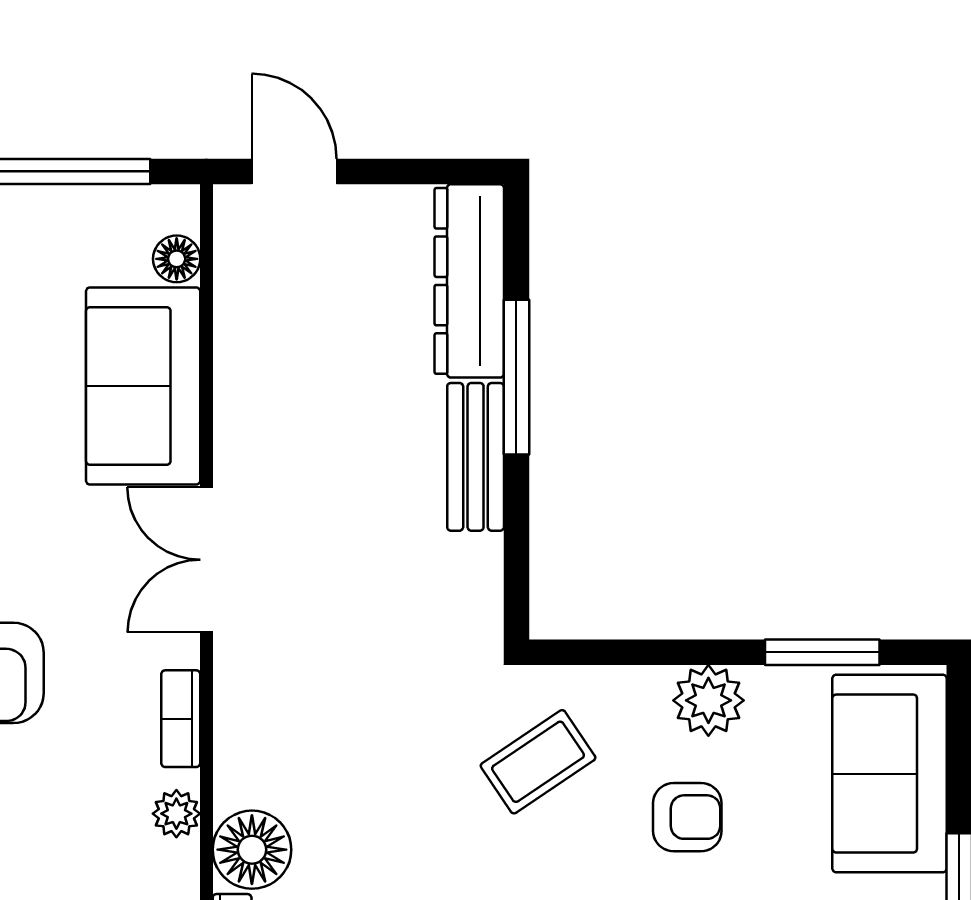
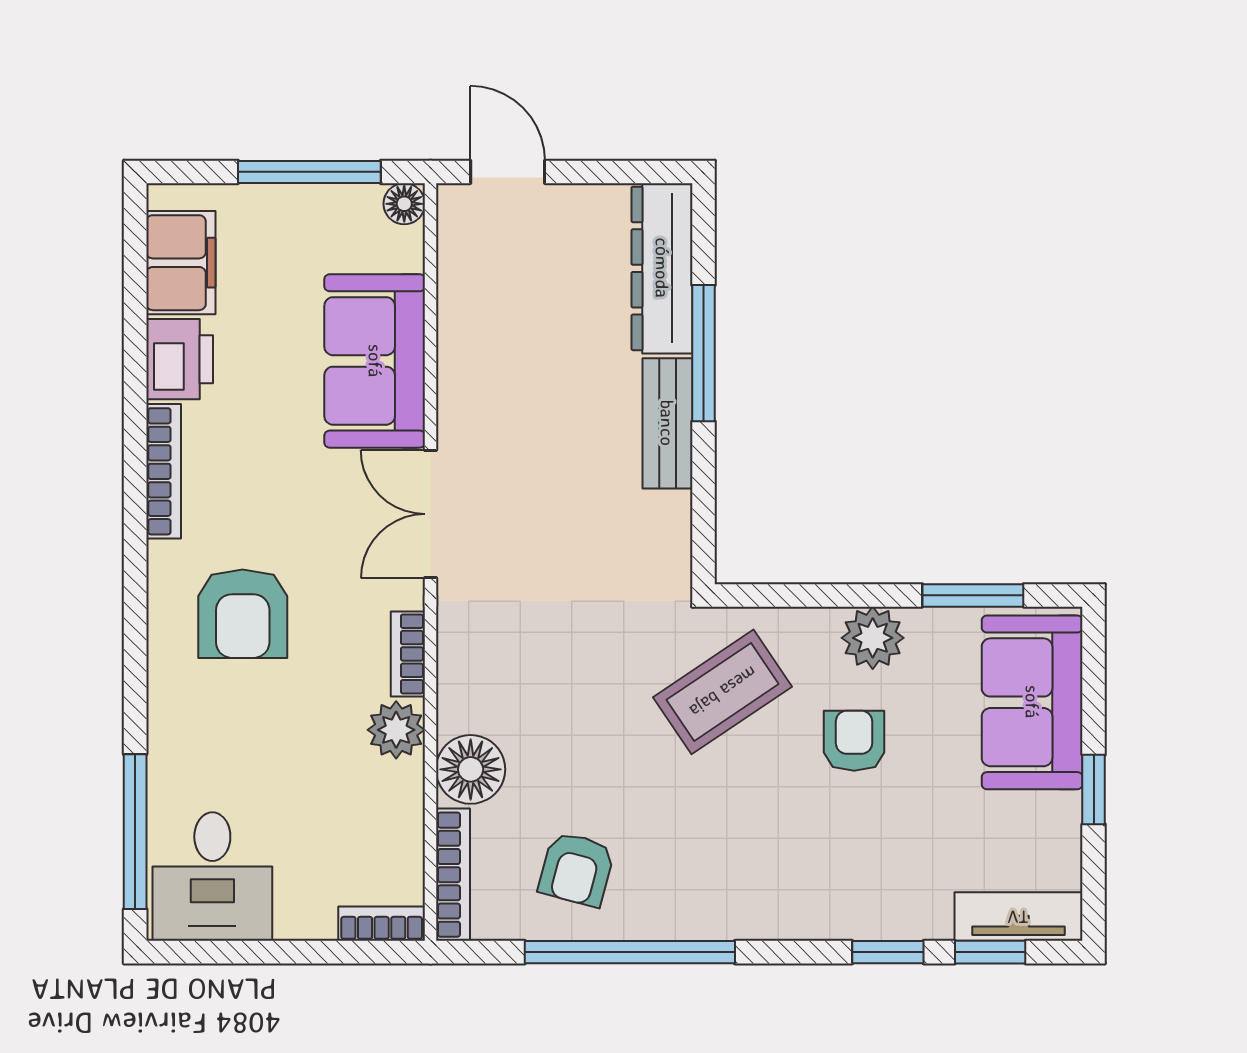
floor lamp: (177, 259) -> (404, 204), moved
coffee table: (538, 762) -> (723, 692), width x1.36, depth x1.30
plant: (176, 814) -> (396, 730), width x1.38, depth x1.38
armchair: (687, 817) -> (854, 741), turned -90

